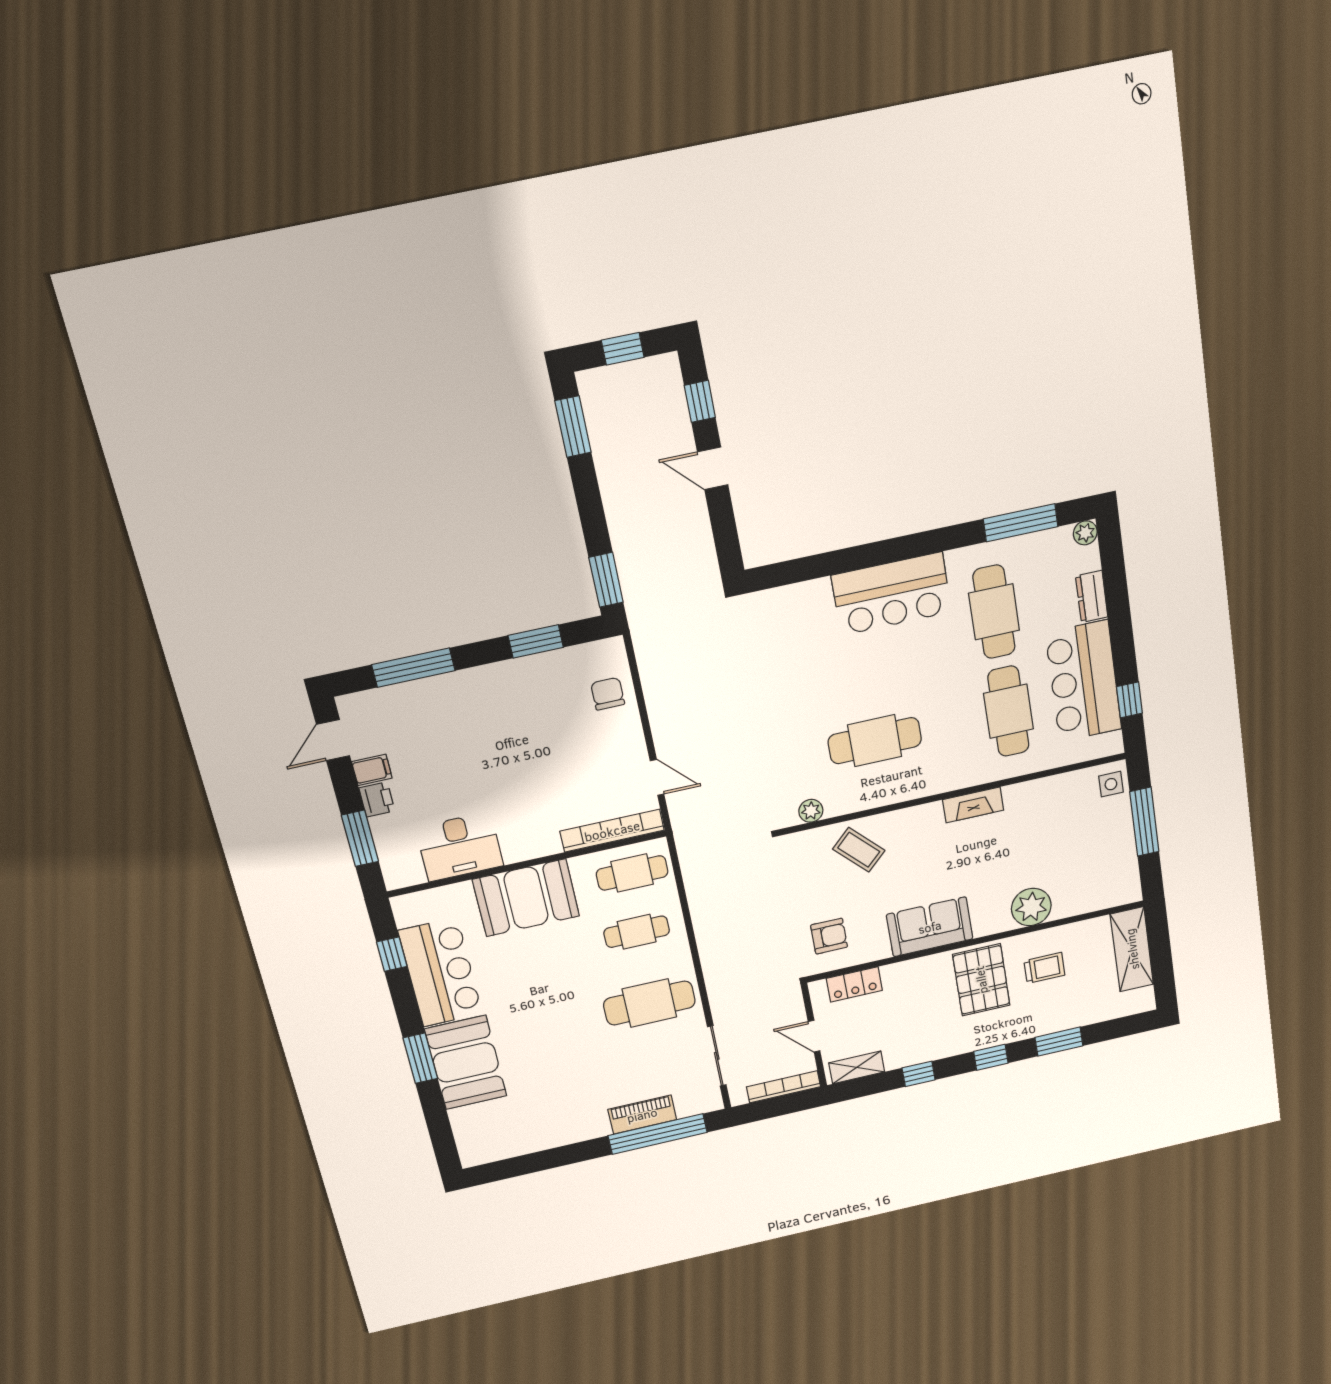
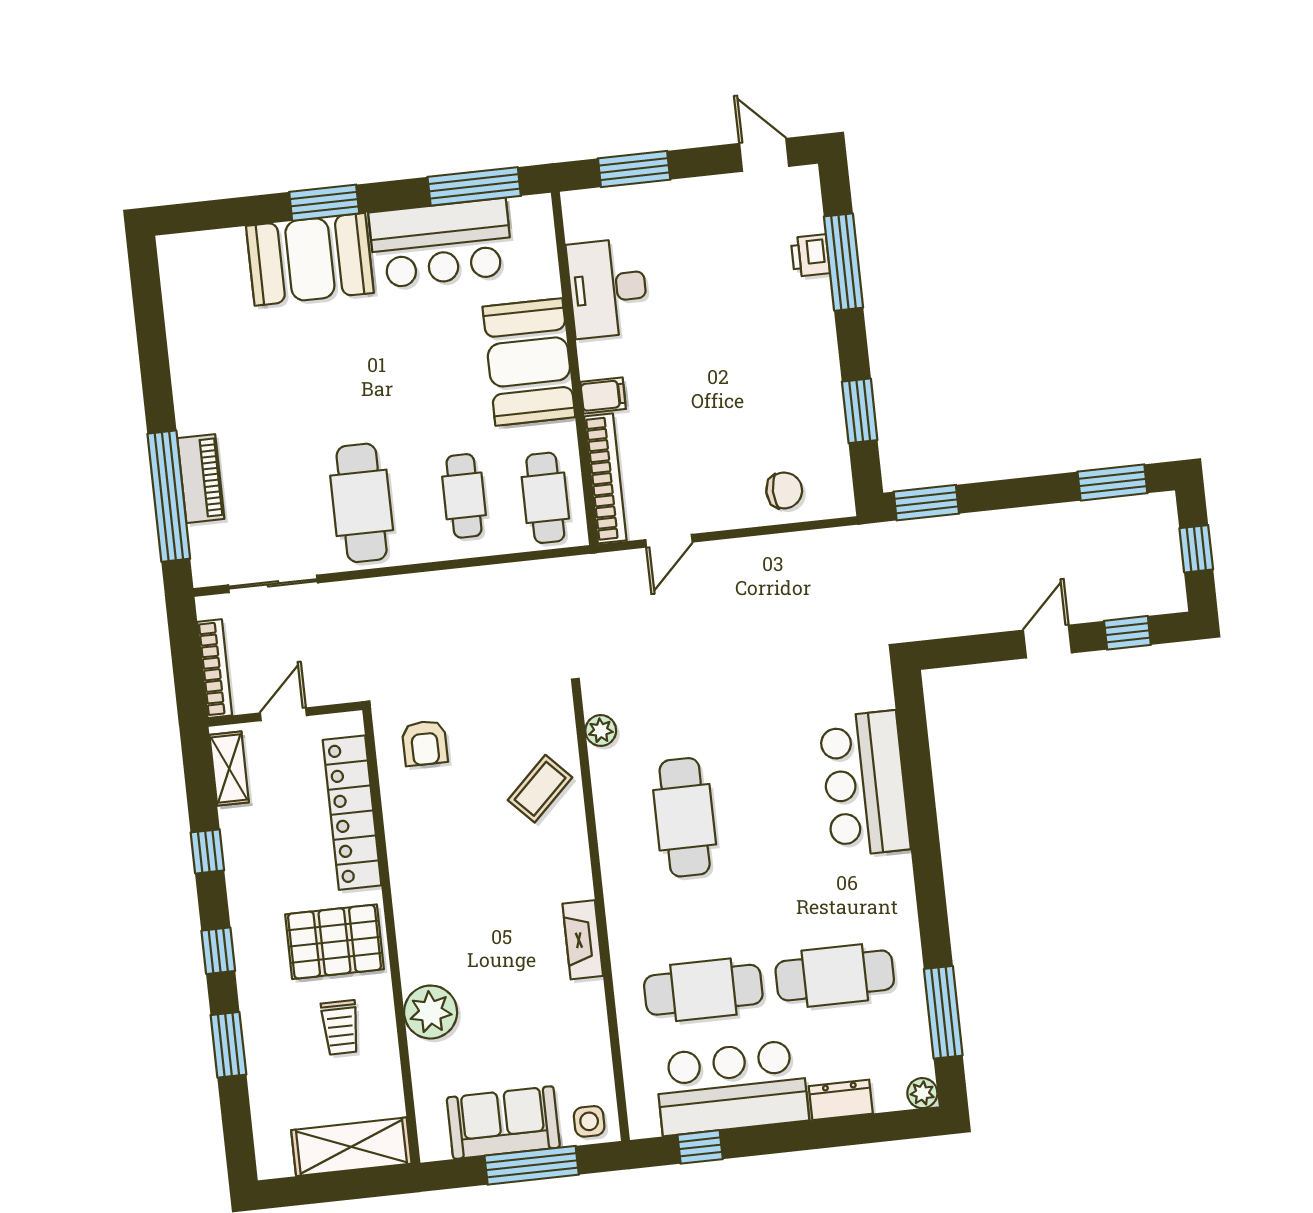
bar counter: (892, 594) -> (865, 784), moved
filing cabinet: (372, 770) -> (603, 395), moved, turned -90
printer: (377, 799) -> (810, 256), moved, turned 90
sofa: (930, 927) -> (503, 1123), moved, turned -90
window: (392, 954) -> (474, 186), width x2.17
locker: (854, 984) -> (352, 813), width x2.16, depth x1.21

